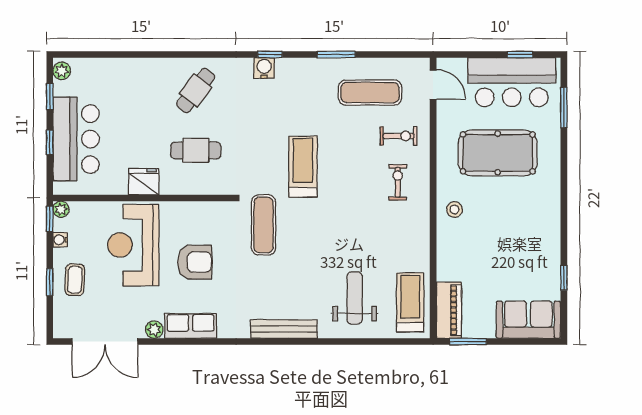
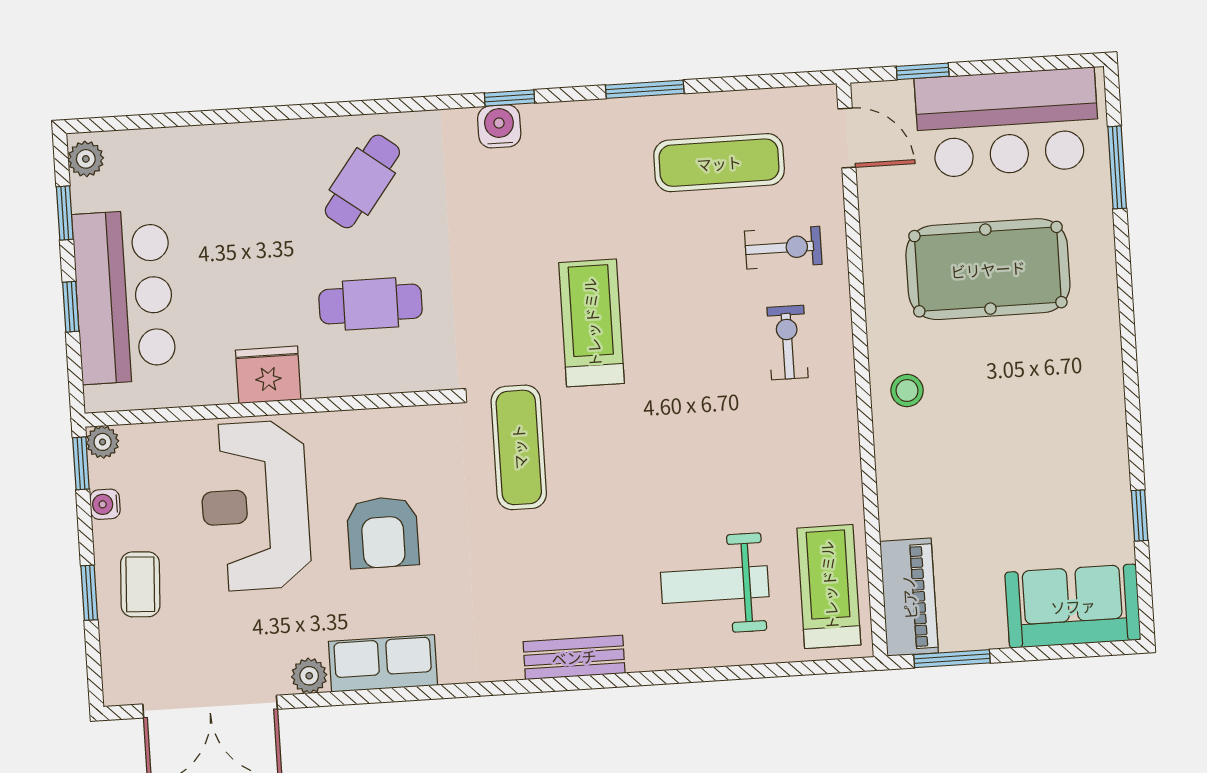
window: (520, 54) -> (923, 71), moved
armchair: (195, 262) -> (383, 532), turned 90
weight bench: (355, 298) -> (715, 585), turned -90
bench: (284, 329) -> (574, 657), width x0.73

